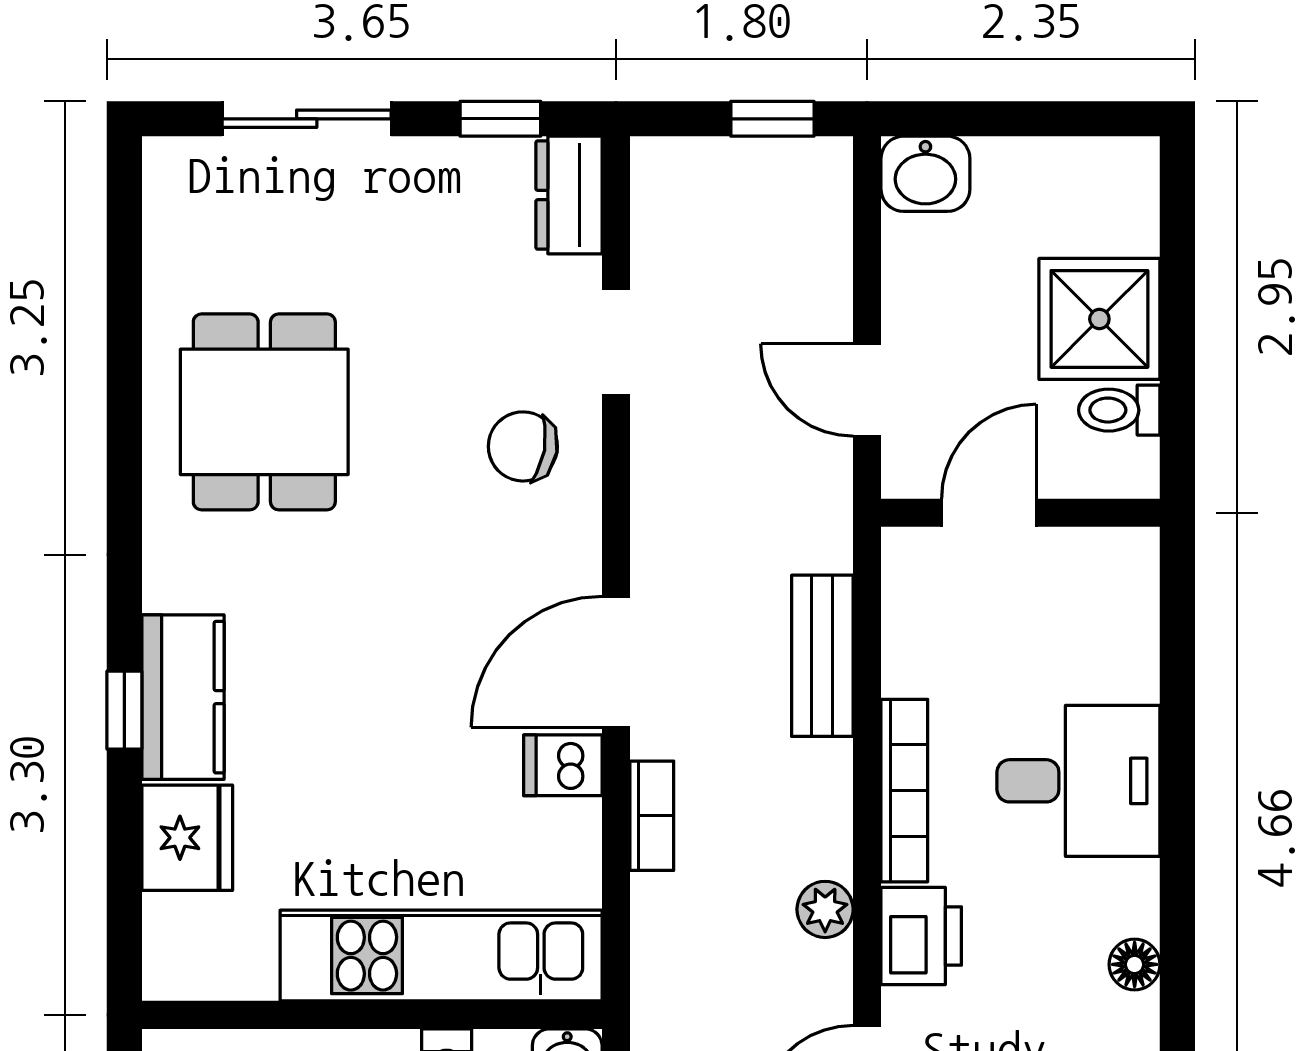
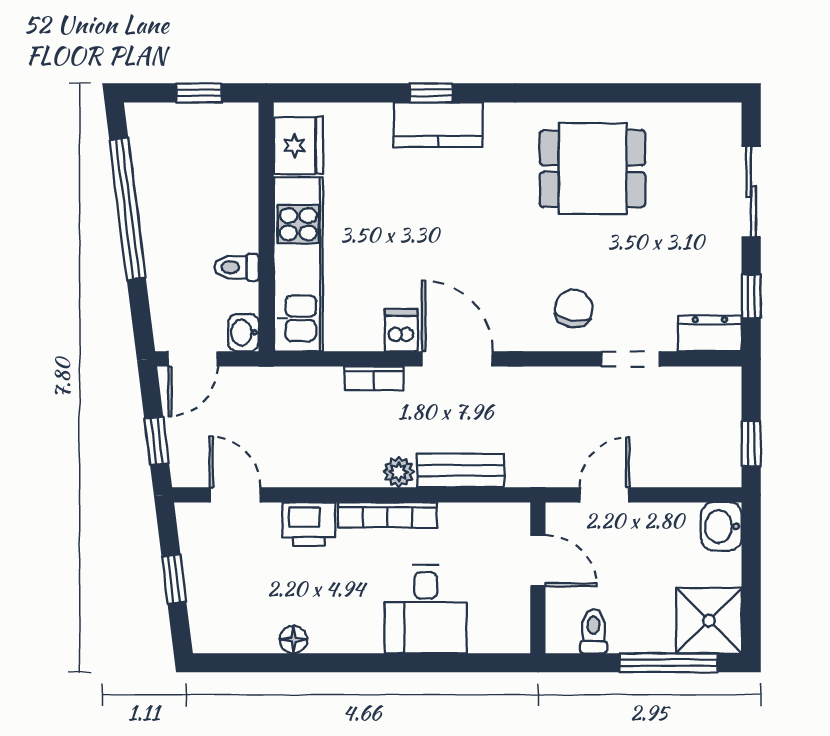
window: (1177, 272) -> (668, 663), added
shower: (1099, 319) -> (709, 621), moved
desk: (1078, 781) -> (426, 609), moved
fridge: (187, 838) -> (298, 146), moved, turned -90
plant: (825, 909) -> (399, 472), moved

